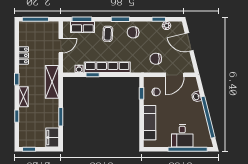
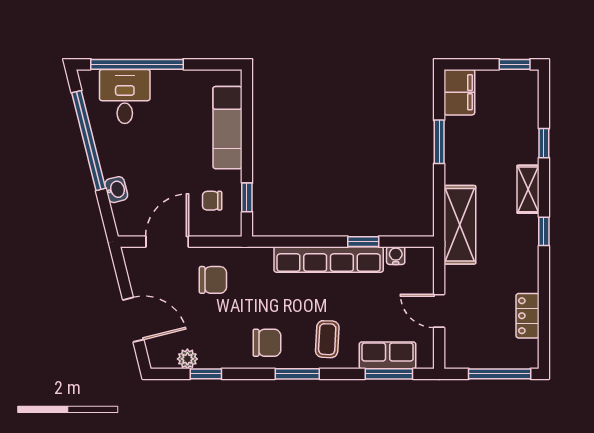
door: (61, 46) -> (439, 311), hinge flipped
locker: (24, 55) -> (528, 316), moved
desk: (182, 136) -> (125, 96), moved

